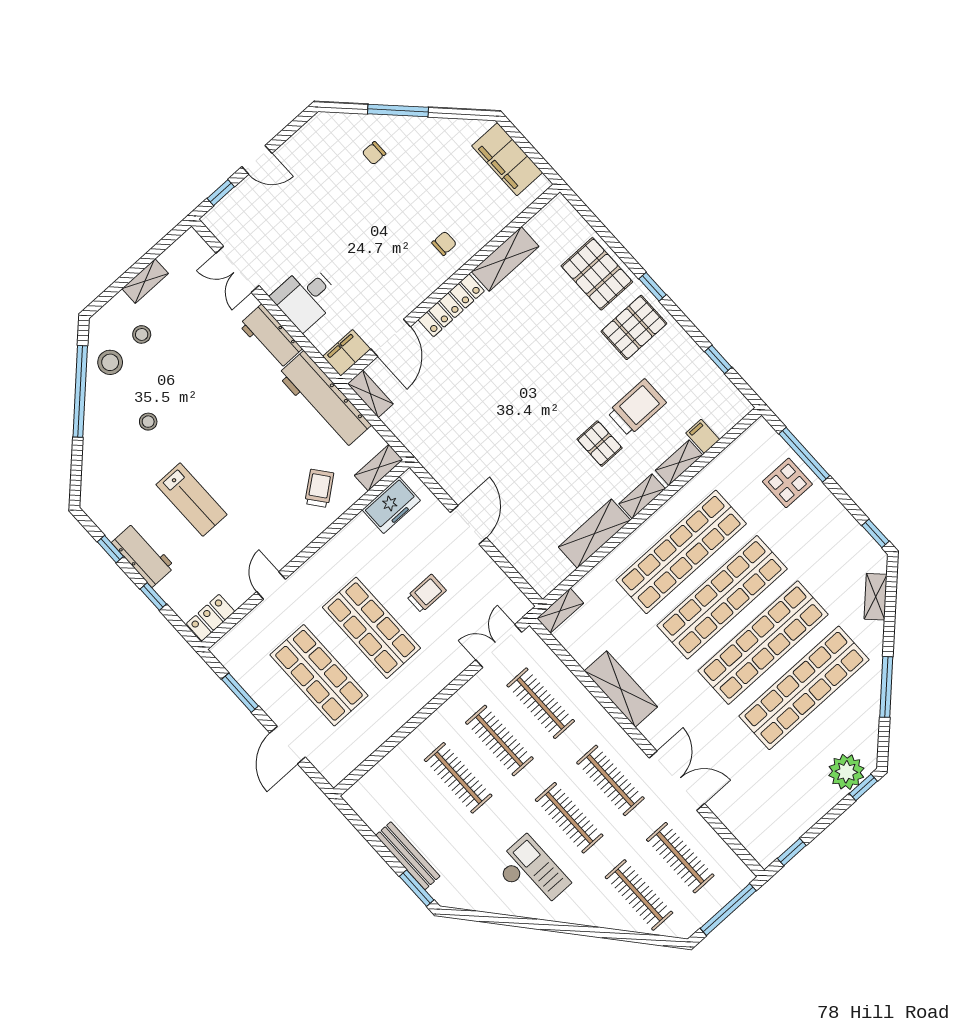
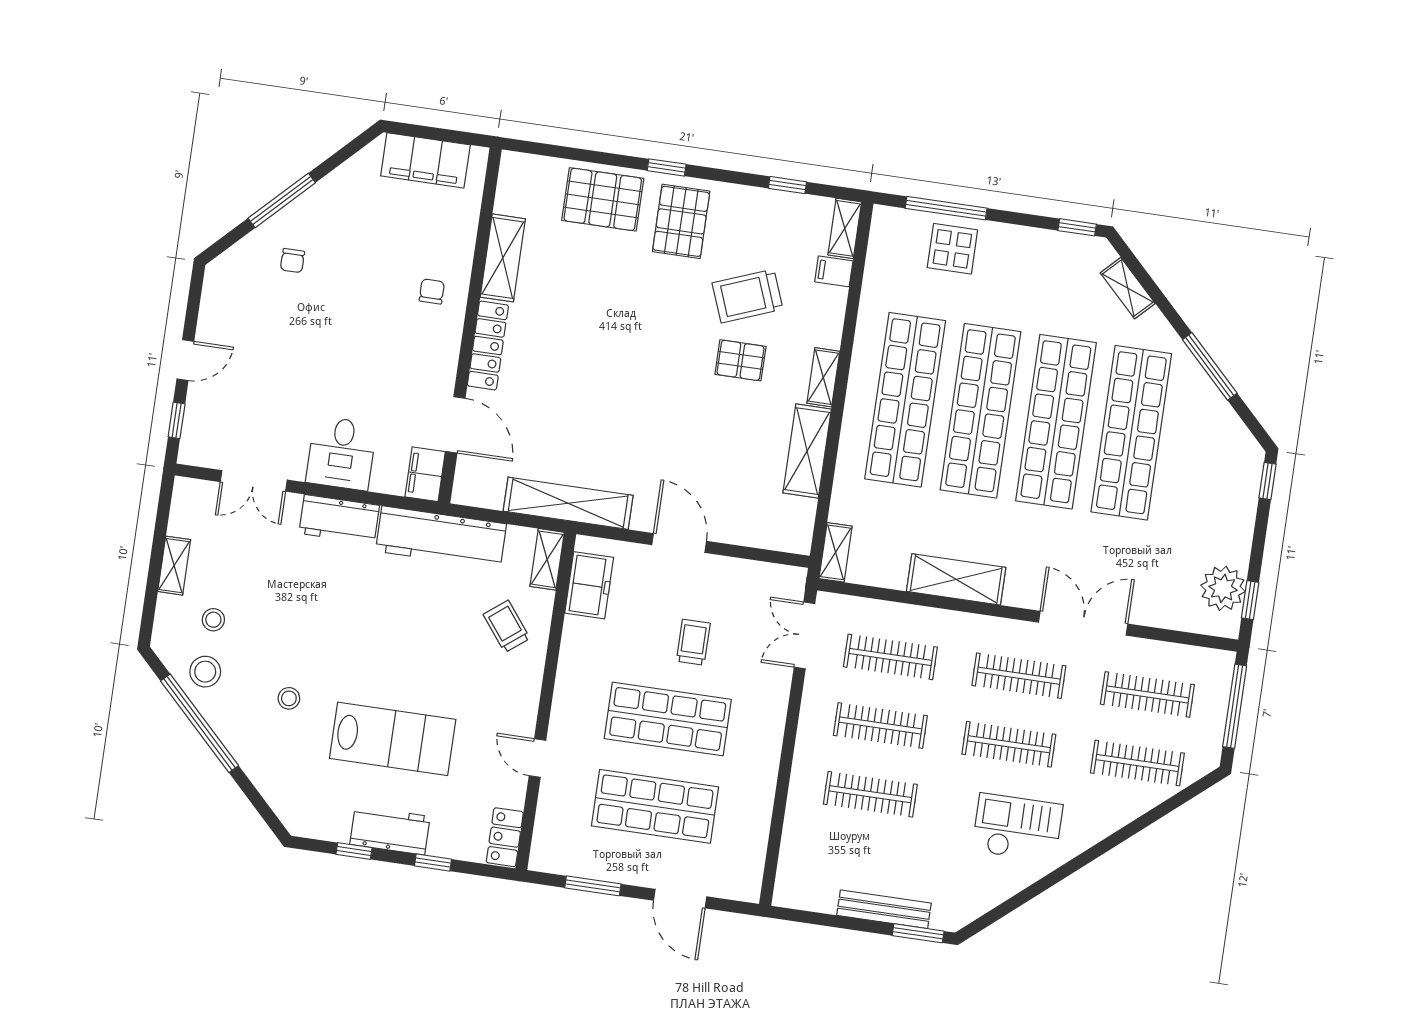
shelving: (370, 394) -> (568, 503), moved, width x2.20, depth x1.33
trolley: (637, 407) -> (748, 296), turned -111
shelving: (679, 463) -> (845, 228), moved
lab bench: (191, 500) -> (393, 739), width x1.36, depth x1.39
plant: (846, 772) -> (1223, 588), moved

